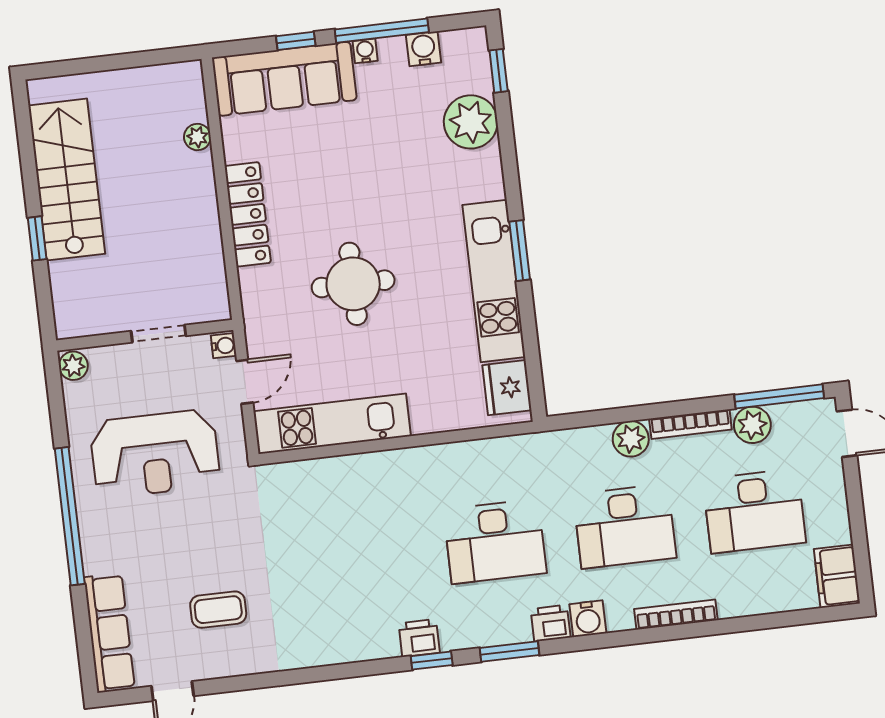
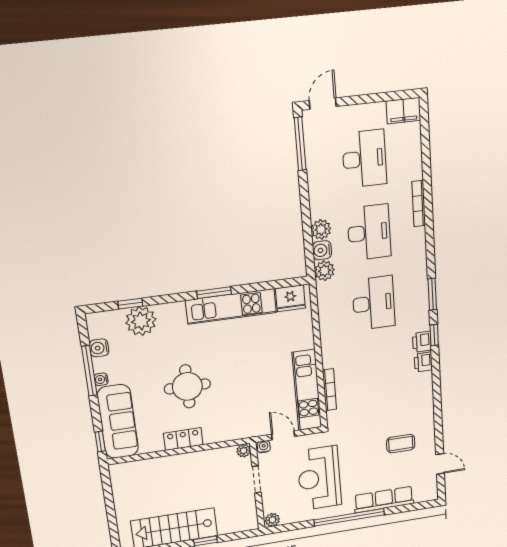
window: (296, 41) -> (100, 442), moved
window: (499, 71) -> (130, 304), moved
plant: (197, 137) -> (244, 451), moved
locker: (248, 214) -> (183, 439), width x0.66
round table: (353, 284) -> (187, 386), moved
bookcase: (690, 424) -> (329, 390), moved
plant: (752, 425) -> (324, 271), moved
reception desk: (155, 454) -> (319, 478), turned 180
coffee table: (218, 610) -> (401, 444), turned 90
water cooler: (588, 619) -> (322, 250), moved, turned 180
printer: (551, 623) -> (423, 362), moved
row of seats: (109, 633) -> (384, 500), moved

